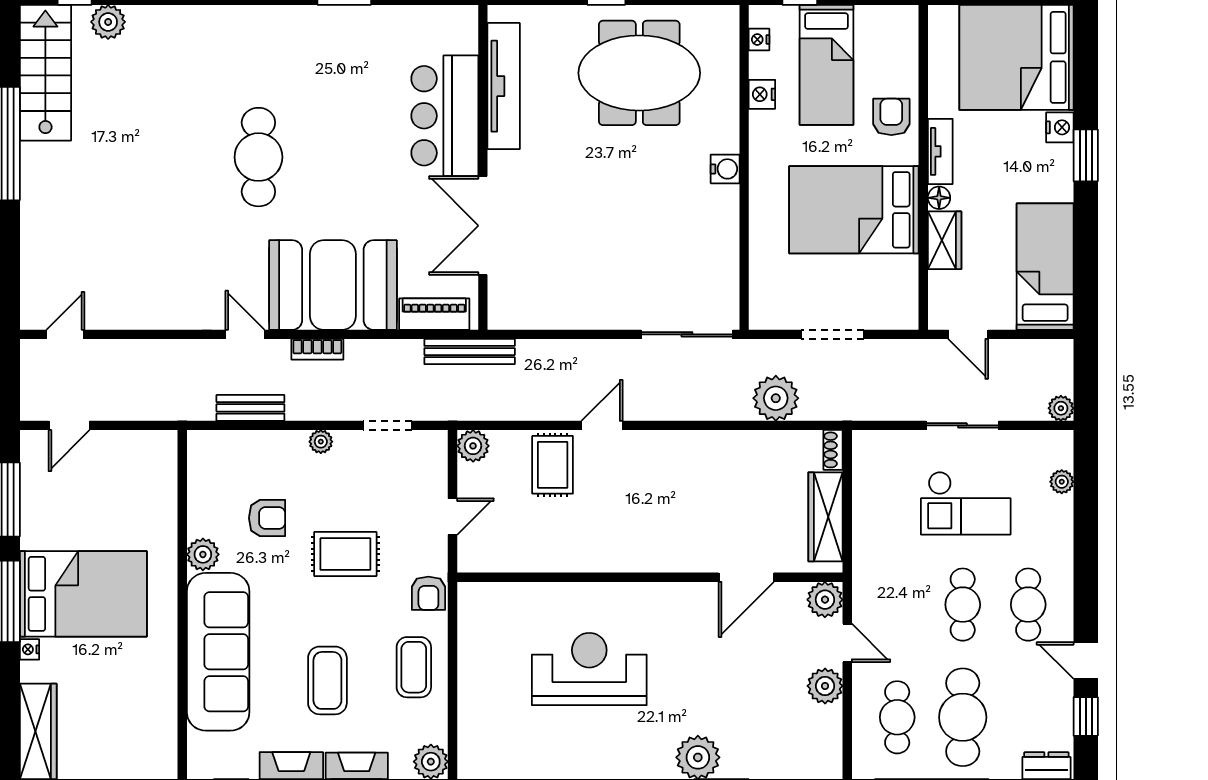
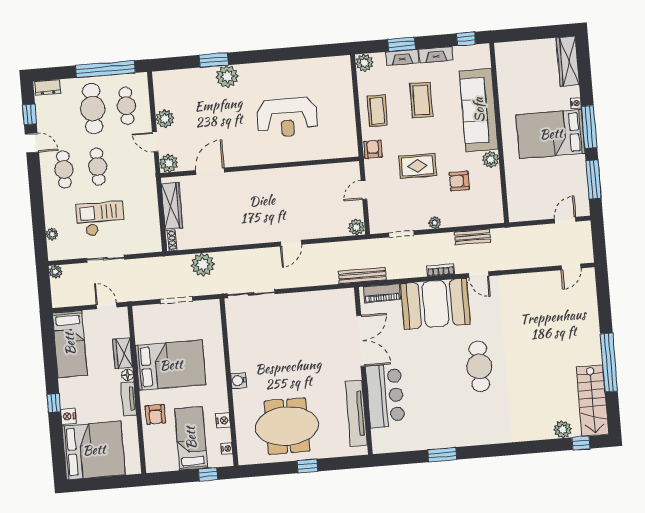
window: (1086, 155) -> (54, 403), width x0.67
rug: (553, 465) -> (315, 221), removed

